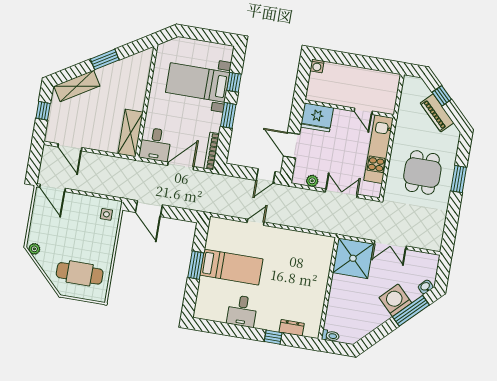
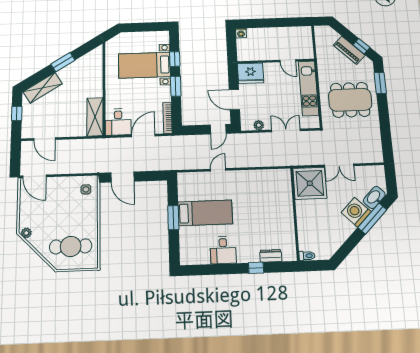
window: (442, 96) -> (361, 46), moved
dining table: (422, 173) -> (350, 100), width x1.38
window: (459, 179) -> (380, 83), moved
washbasin: (426, 287) -> (374, 197), width x1.91, depth x1.45

